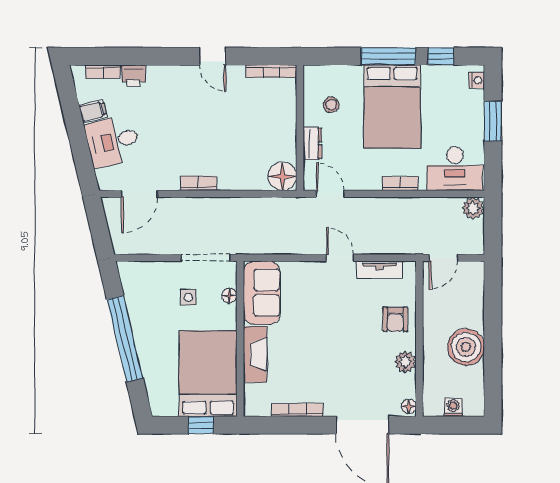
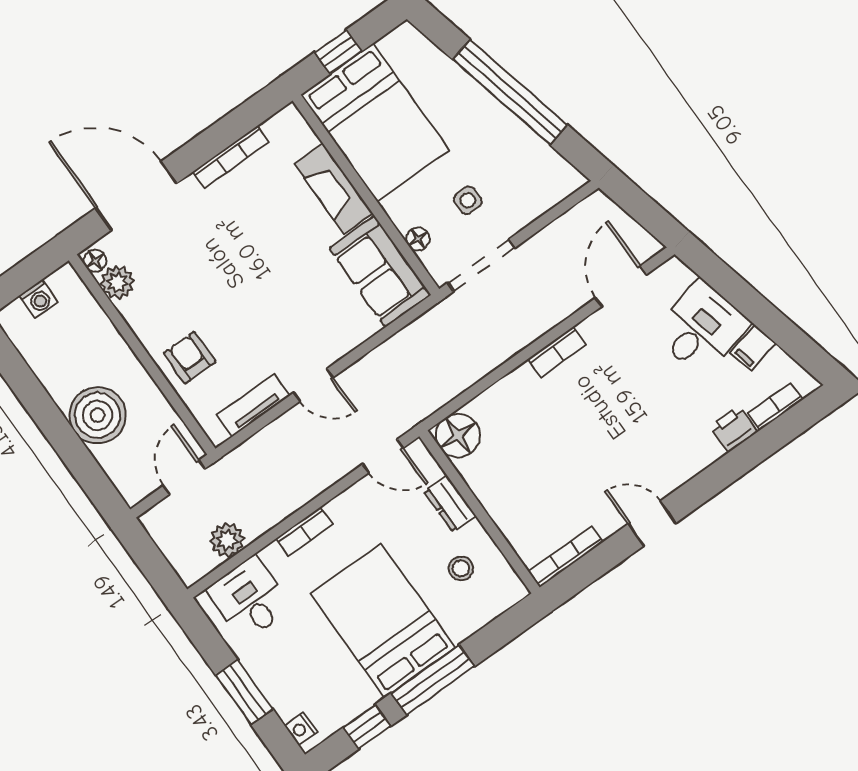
desk: (455, 169) -> (249, 599), width x0.73
plant: (473, 208) -> (227, 540), moved
boiler: (466, 347) -> (98, 415), moved
plant: (405, 362) -> (117, 282), moved

